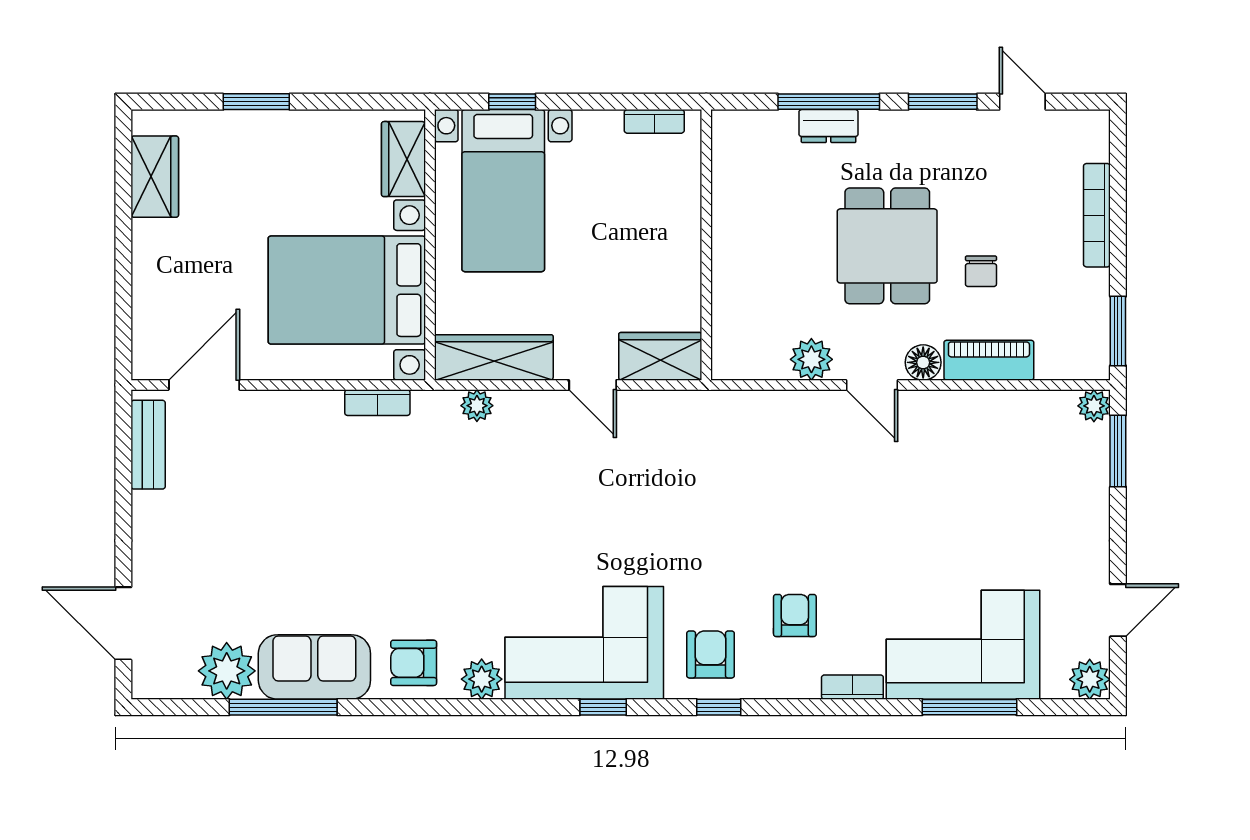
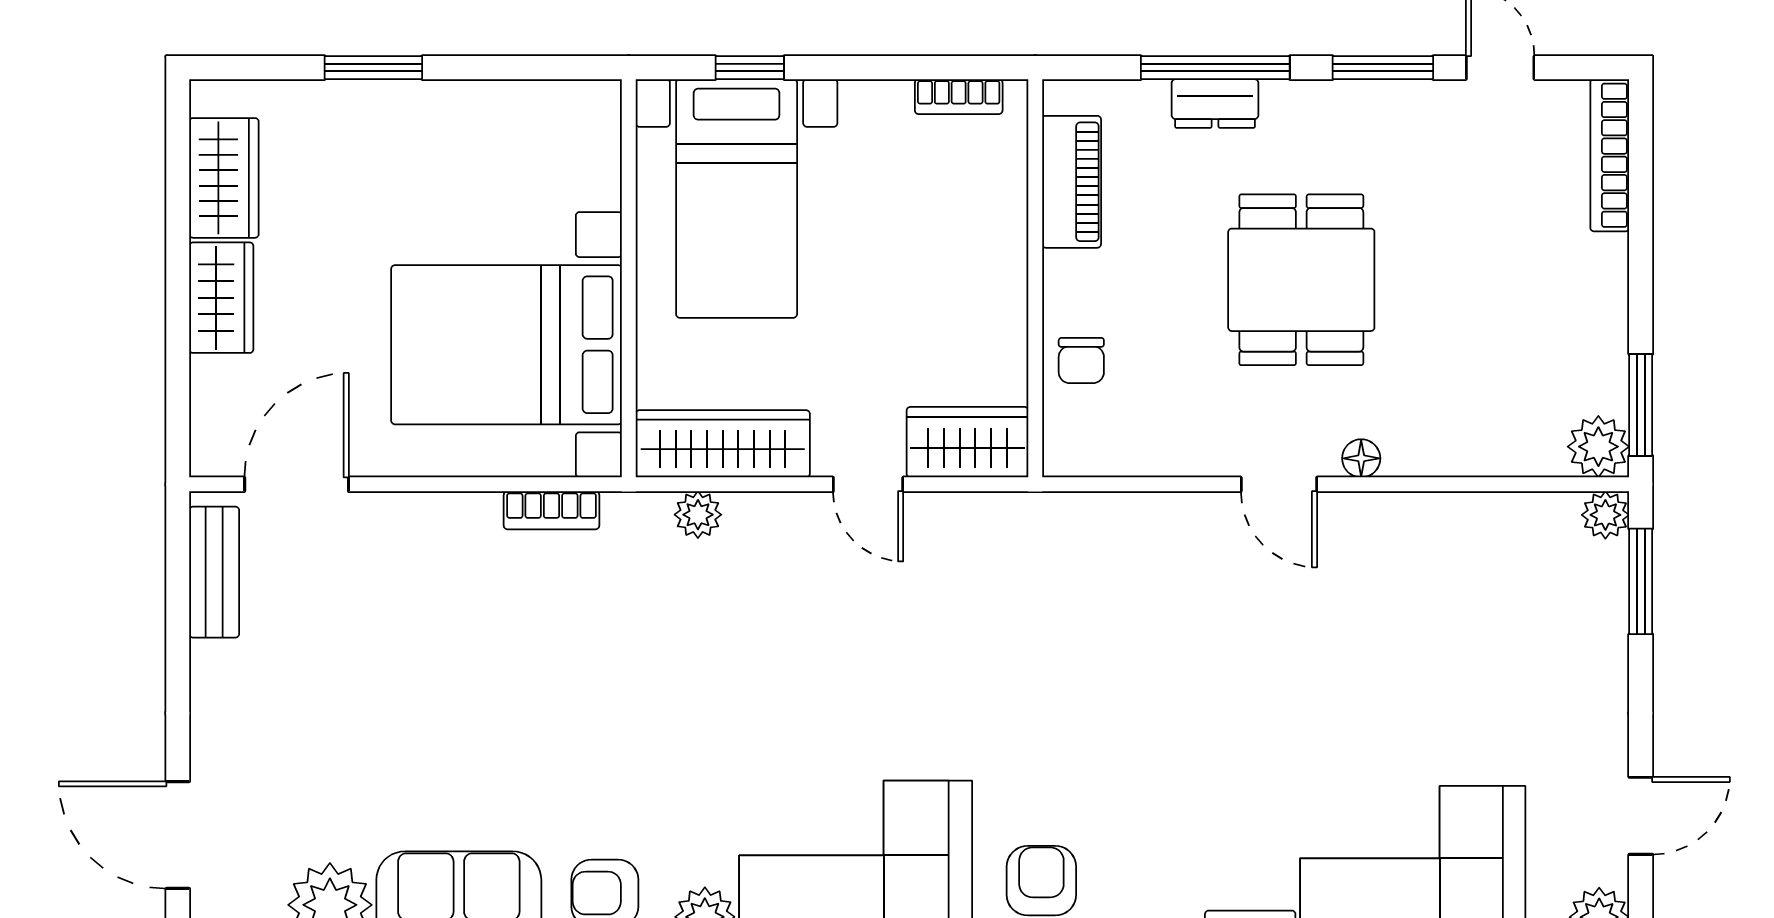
wardrobe: (403, 159) -> (221, 298), moved, turned 180
bookcase: (1097, 215) -> (1610, 155), moved
chair: (981, 271) -> (1081, 361), moved
plant: (811, 359) -> (1598, 447), moved
piano: (989, 360) -> (1072, 182), moved, turned 90
floor lamp: (923, 362) -> (1361, 458), width x0.73, depth x0.73
armchair: (795, 615) -> (1166, 823), removed

